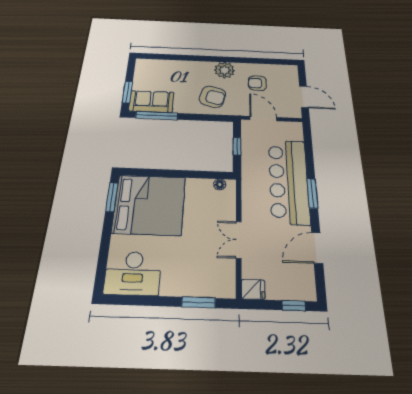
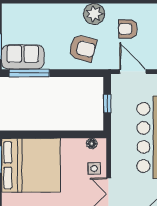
side table: (222, 211) -> (94, 169), added

